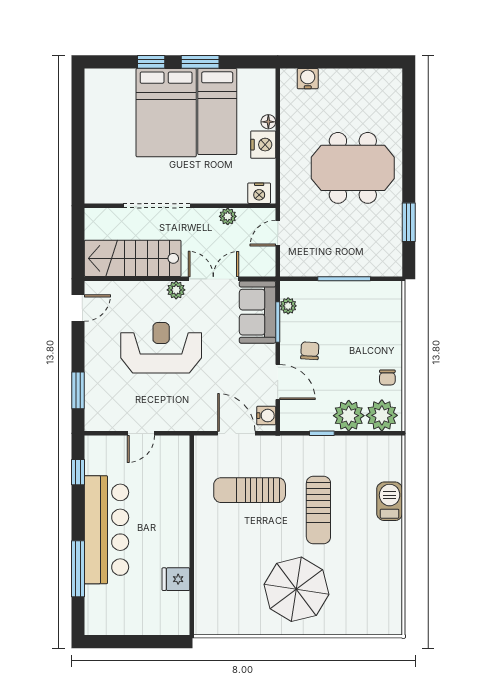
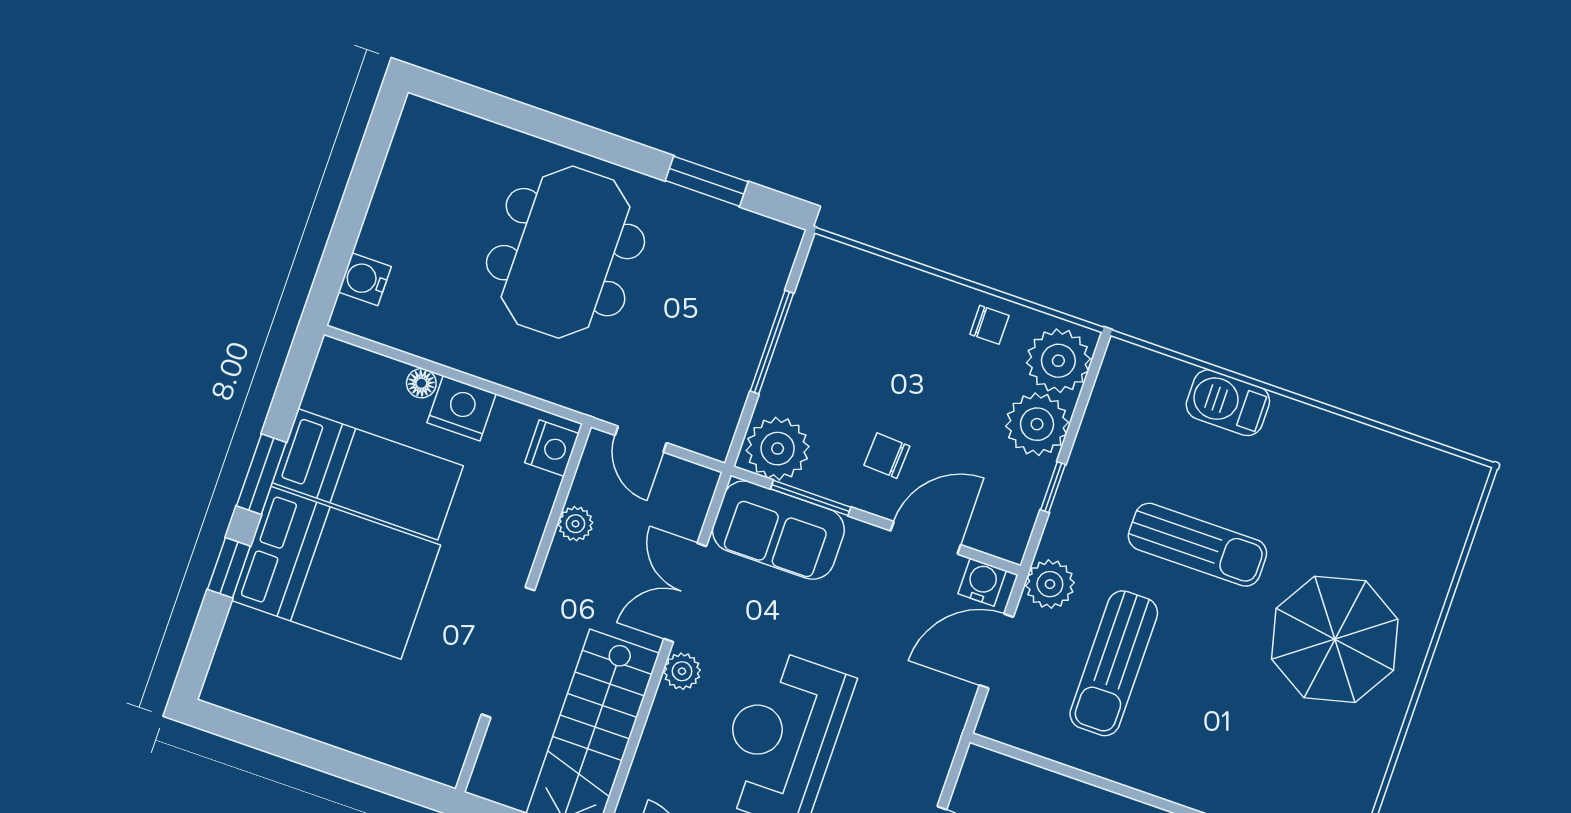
plant: (288, 306) -> (778, 449), width x1.88, depth x1.88
plant: (276, 448) -> (1050, 584), added

